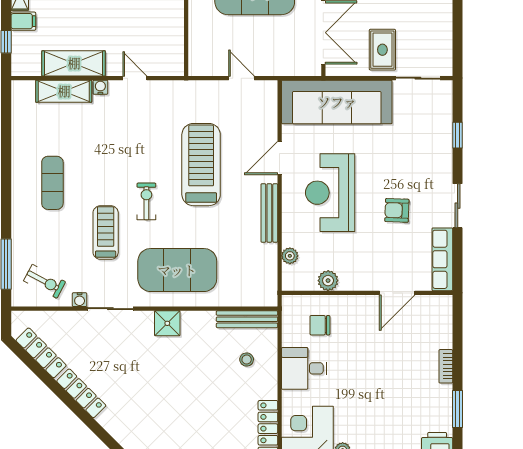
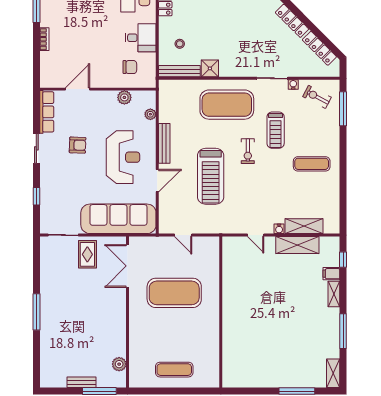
exercise mat: (52, 183) -> (312, 164), turned 90
shower: (167, 323) -> (210, 68), moved

